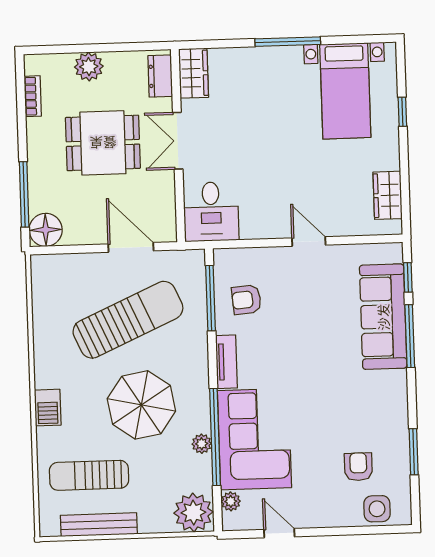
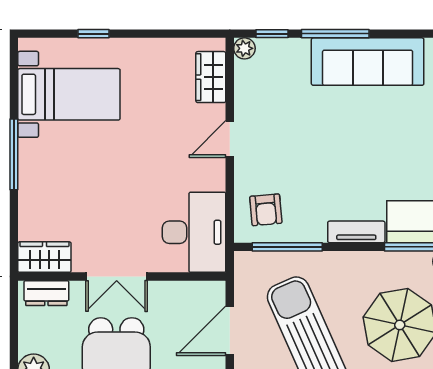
wardrobe: (388, 195) -> (211, 77), moved, turned 90
desk: (211, 212) -> (194, 232), width x1.37
plant: (393, 252) -> (244, 48), added
armchair: (246, 300) -> (266, 210), moved
sofa: (383, 317) -> (368, 62), moved

